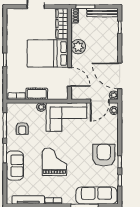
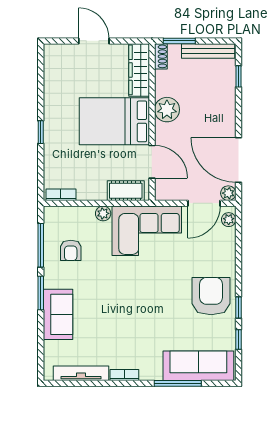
cot: (37, 94) -> (126, 191), moved
grand piano: (54, 162) -> (126, 308), removed

